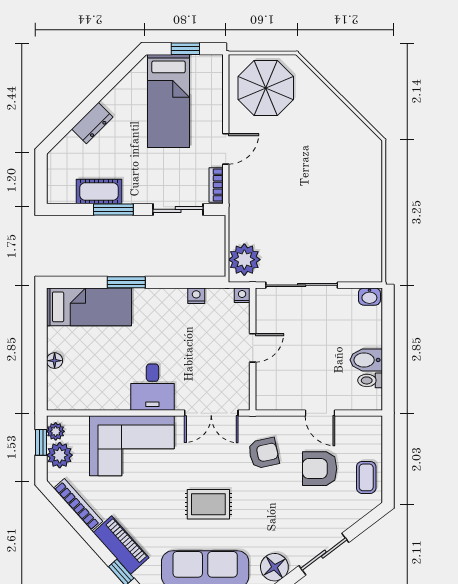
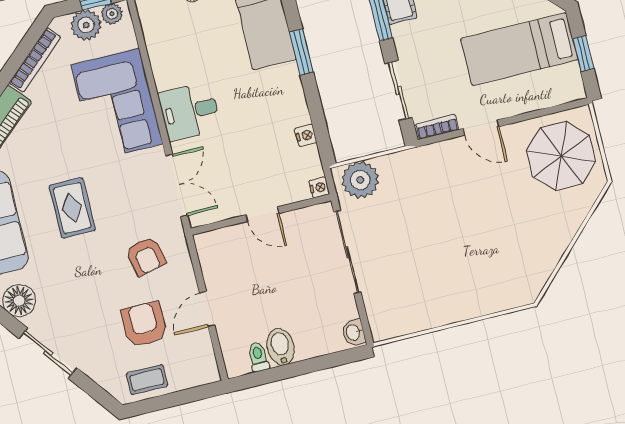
double door: (211, 413) -> (177, 185), swing flipped

